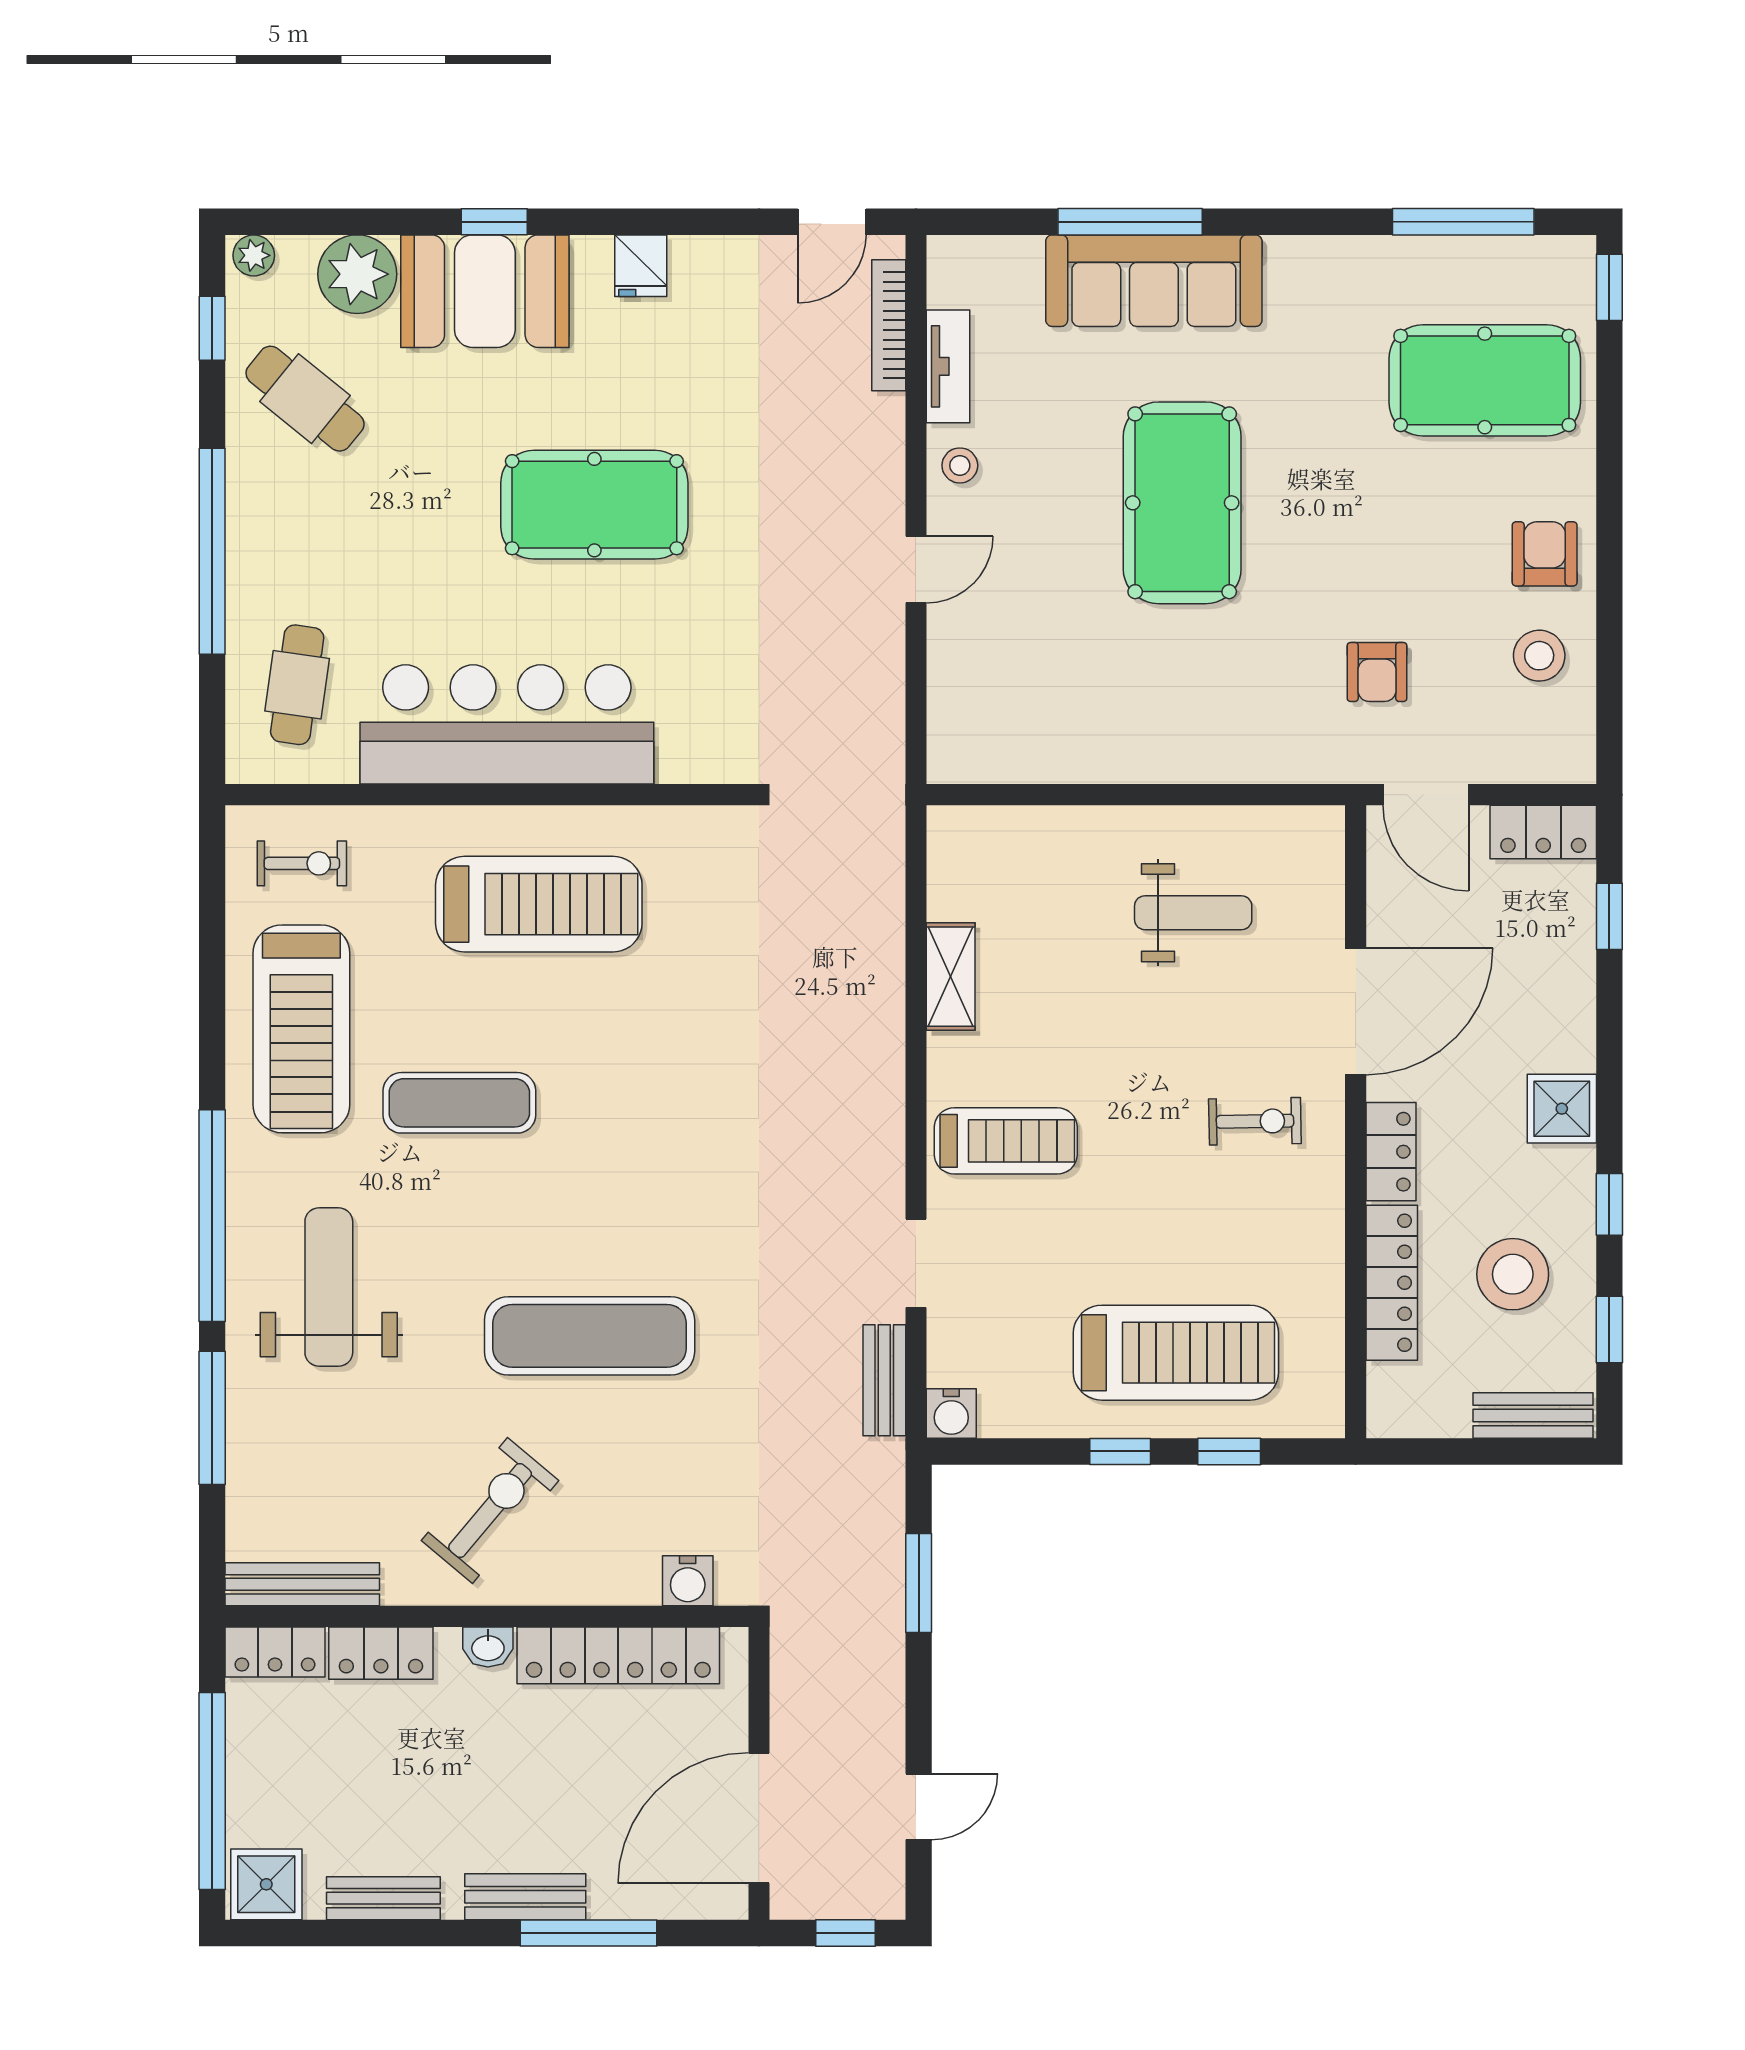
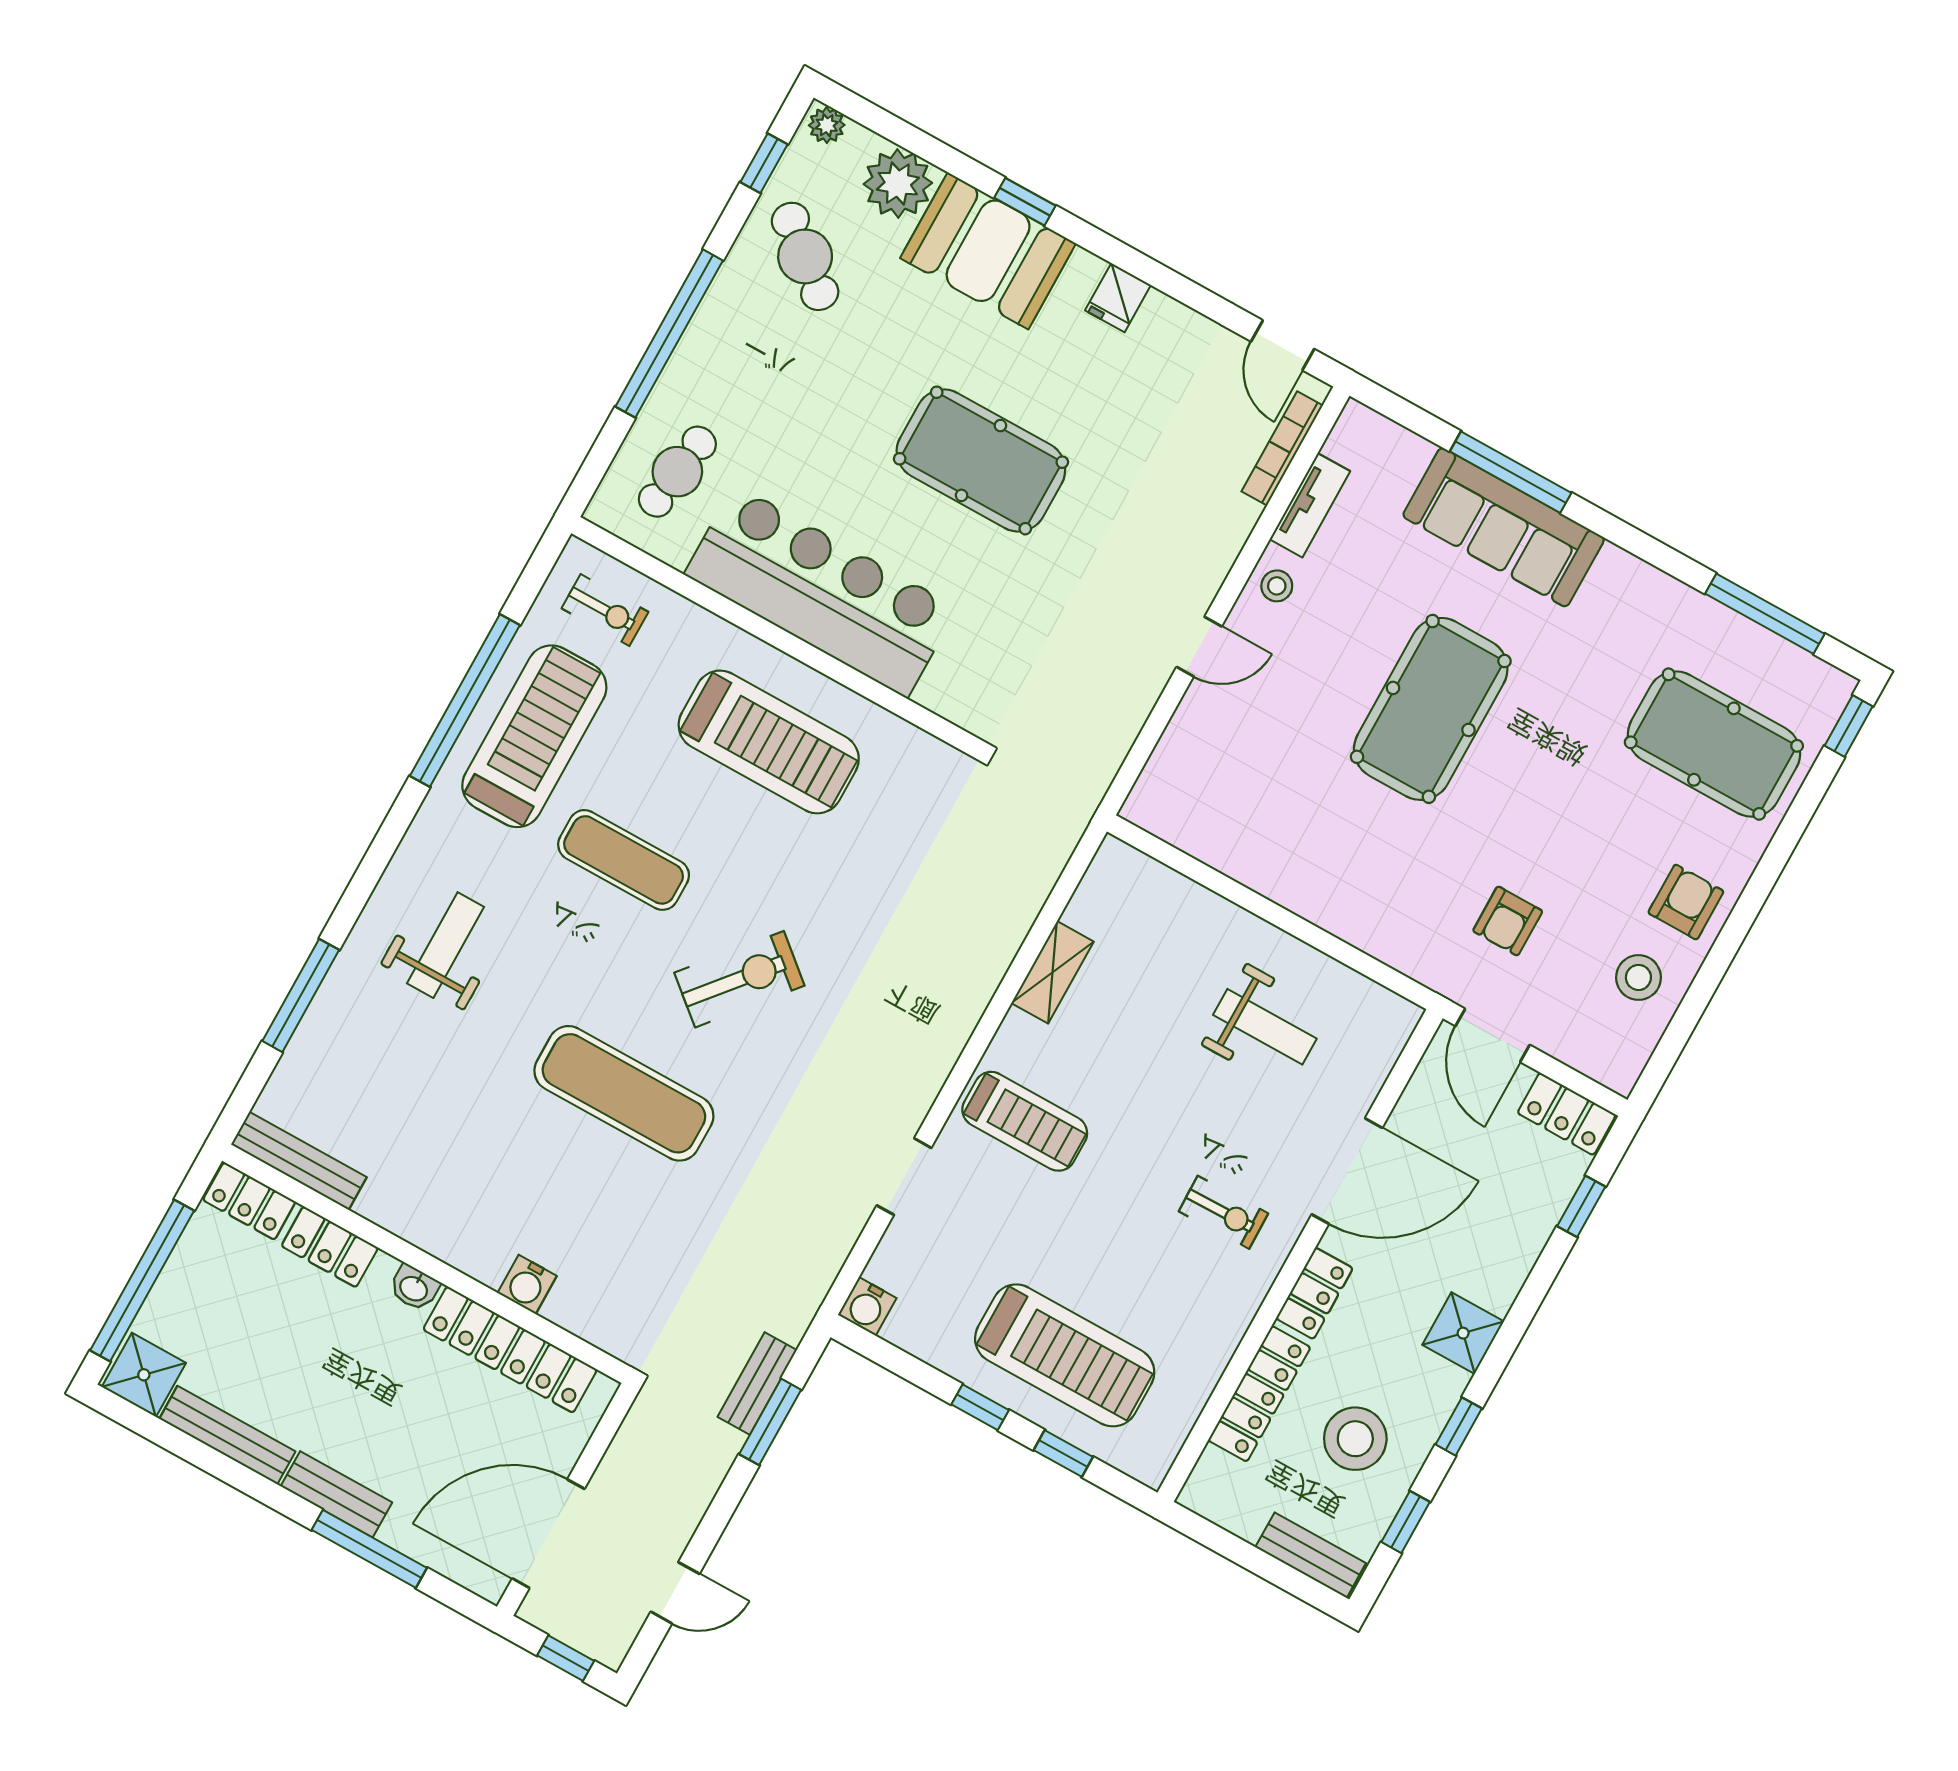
door: (832, 222) -> (1283, 345), hinge flipped
treadmill: (301, 1029) -> (534, 736), turned 180
window: (212, 1216) -> (465, 701), moved
weight bench: (329, 1287) -> (445, 945), width x0.73, depth x0.75
bench: (884, 1380) -> (757, 1383), moved
exercise bike: (490, 1510) -> (739, 979), moved
water cooler: (688, 1581) -> (527, 1284), moved
bench: (383, 1898) -> (227, 1435), width x1.36

